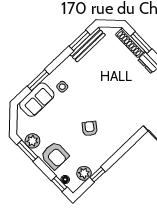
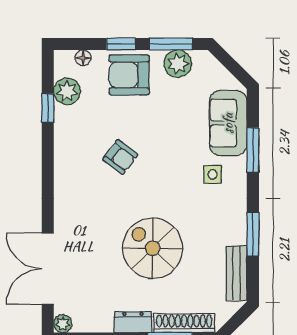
window: (80, 40) -> (253, 234), moved
bench: (88, 45) -> (237, 273), width x0.73
spiral stairs: (113, 83) -> (153, 248), added
window: (59, 184) -> (121, 44), moved

